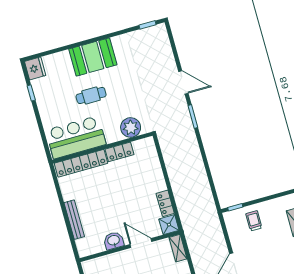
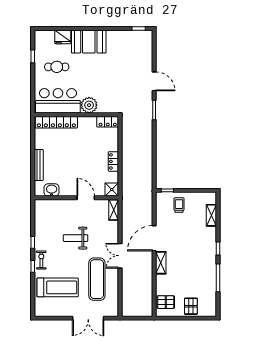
fridge: (35, 68) -> (63, 37), moved, turned 90
cafe table: (91, 96) -> (57, 67), moved
plant: (131, 127) -> (89, 105), moved
locker: (119, 152) -> (108, 122), moved
locker: (165, 203) -> (113, 161), moved
washbasin: (114, 241) -> (52, 190), moved

